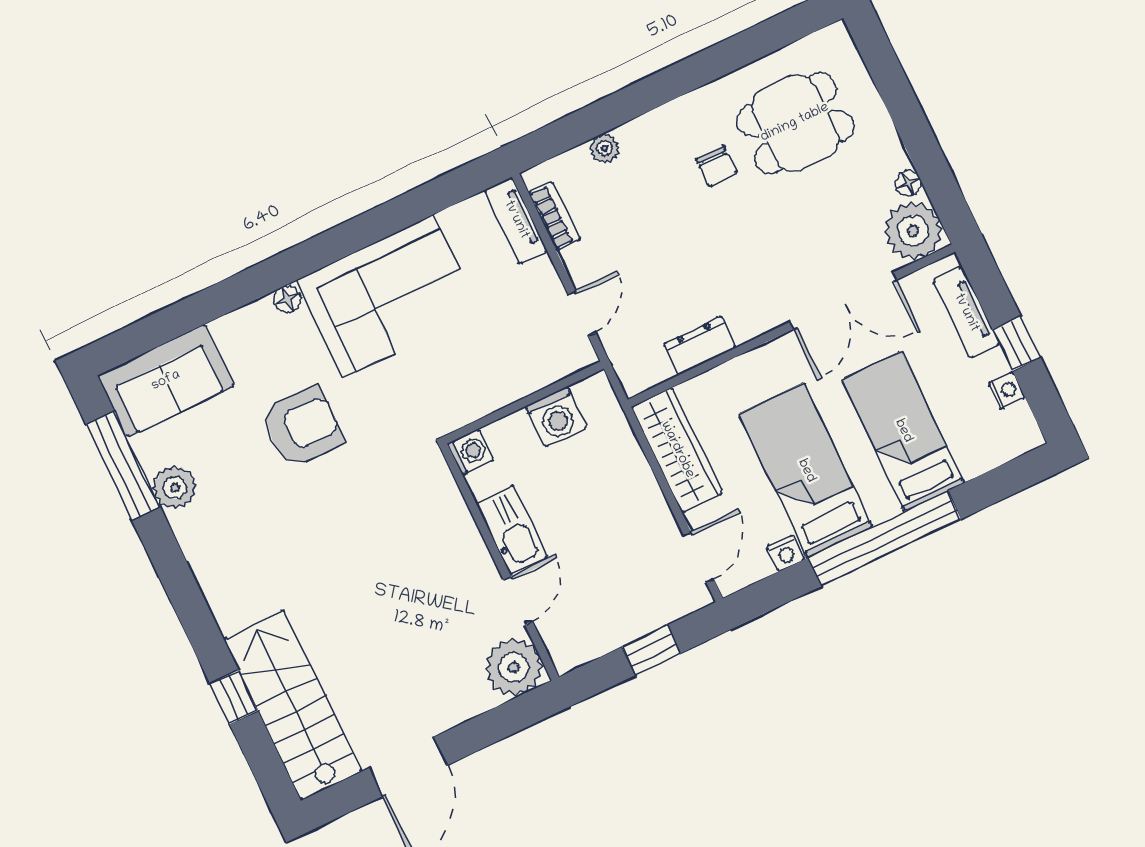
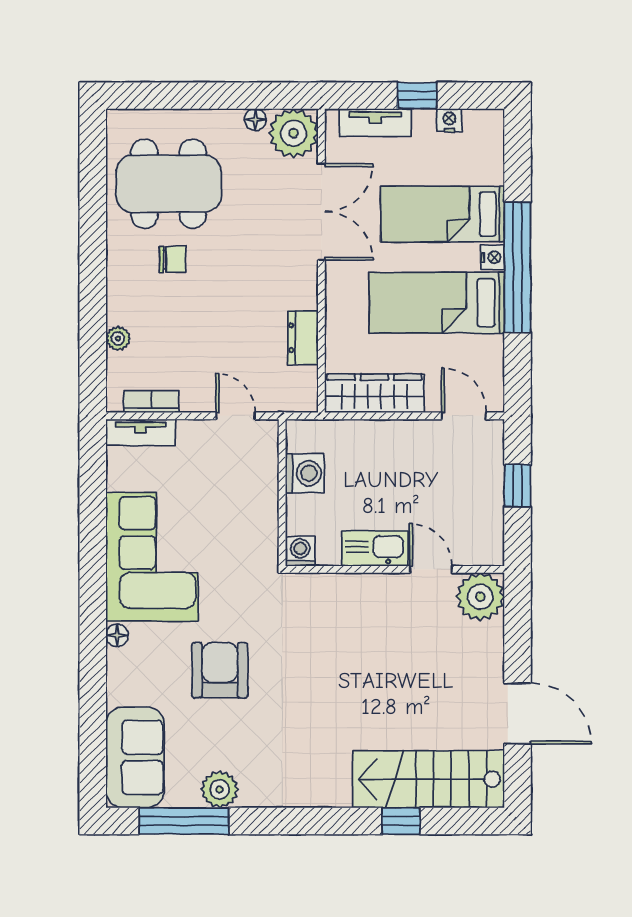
dining table: (795, 123) -> (169, 184), width x1.38
nightstand: (786, 553) -> (493, 257), moved

